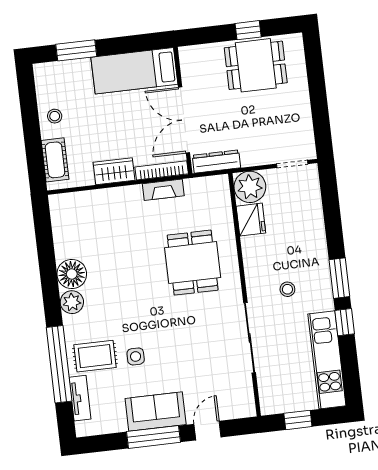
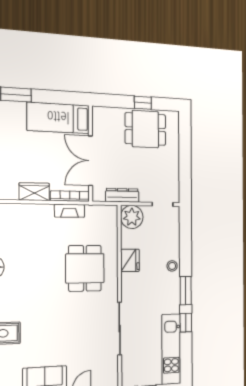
dresser: (217, 161) -> (122, 195), moved
fridge: (251, 220) -> (130, 260), moved
stool: (287, 289) -> (172, 266), moved
side table: (136, 356) -> (34, 336), removed

